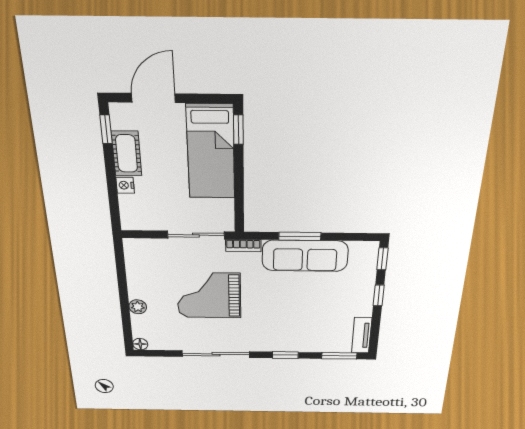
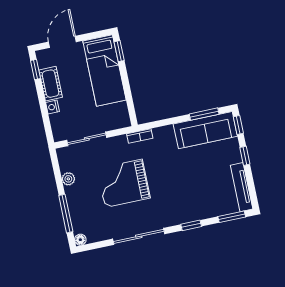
sliding door: (196, 235) -> (87, 139), moved
window: (300, 236) -> (204, 114), moved
sofa: (305, 256) -> (205, 130), moved
plant: (138, 307) -> (68, 179), moved
window: (126, 314) -> (66, 214), added
tv unit: (362, 335) -> (242, 187), width x1.41

